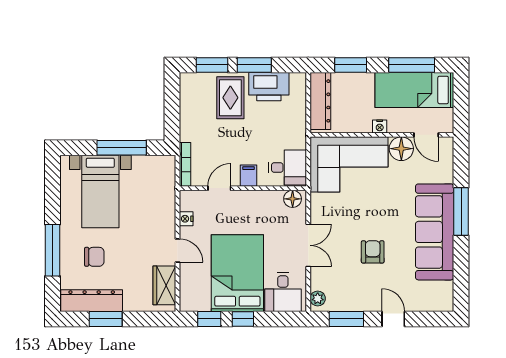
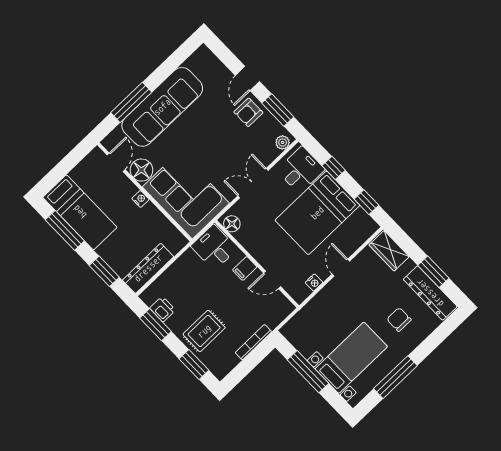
window: (254, 65) -> (156, 325), moved
printer: (269, 87) -> (163, 309), width x0.53, depth x0.68
nightstand: (380, 126) -> (140, 199), moved
wall: (382, 135) -> (145, 192), moved
door: (426, 135) -> (116, 162), moved
floor lamp: (401, 149) -> (141, 170), moved
bookcase: (185, 164) -> (253, 342), moved
corner sofa: (349, 164) -> (186, 195), moved
window: (52, 250) -> (395, 377), moved
armchair: (373, 252) -> (248, 112), moved
wardrobe: (164, 285) -> (389, 251), moved, turned 90
window: (243, 319) -> (334, 168), moved

